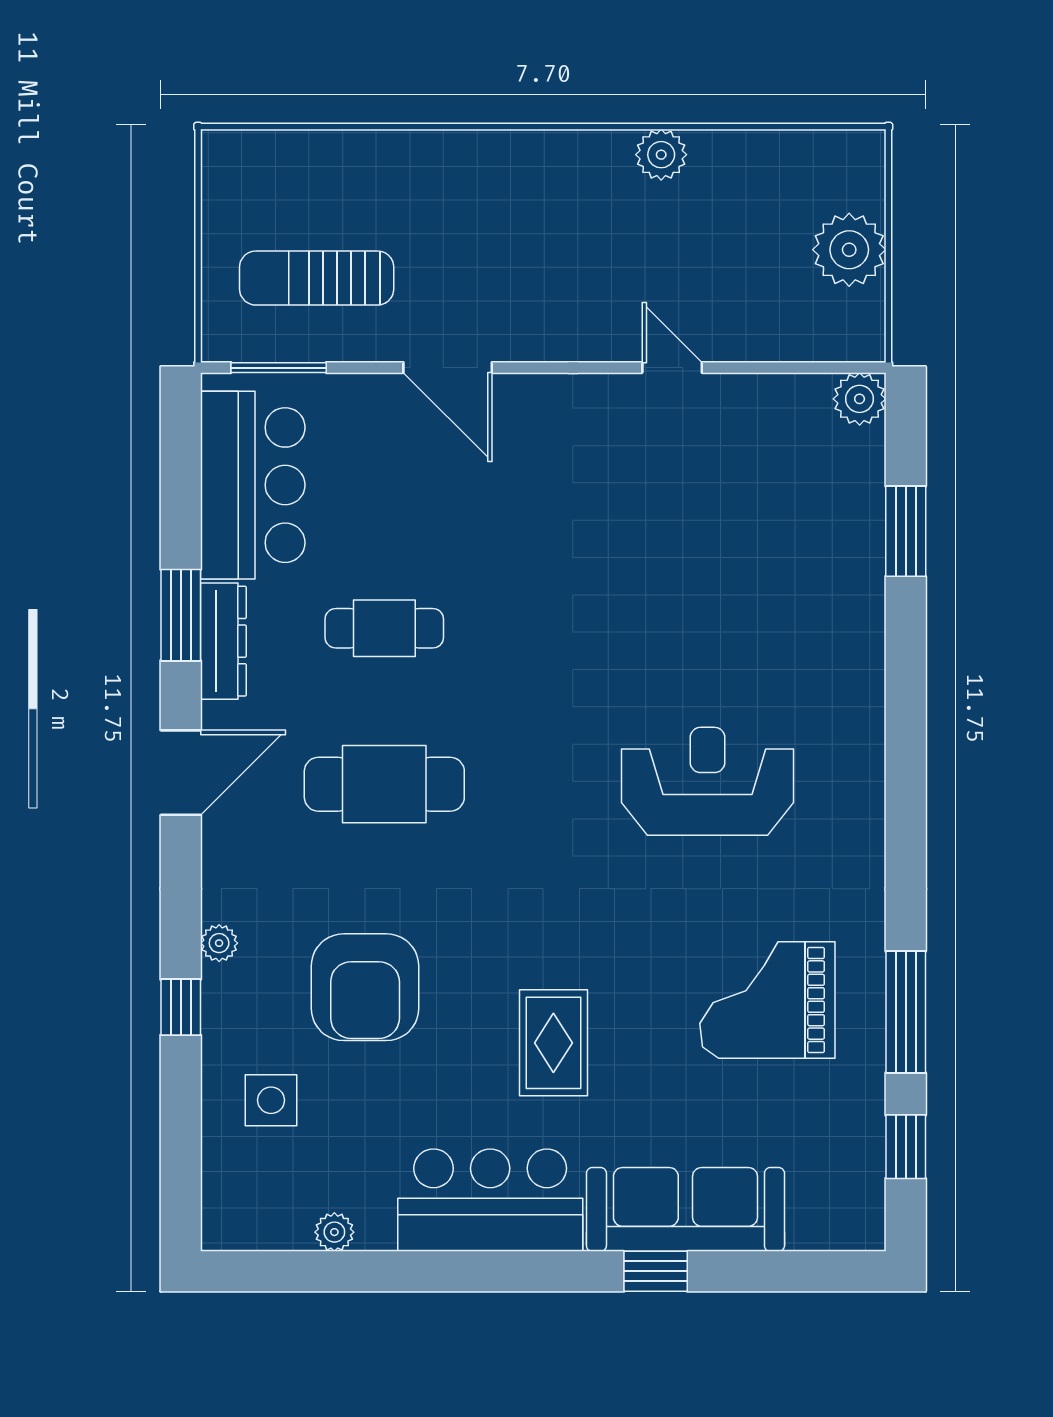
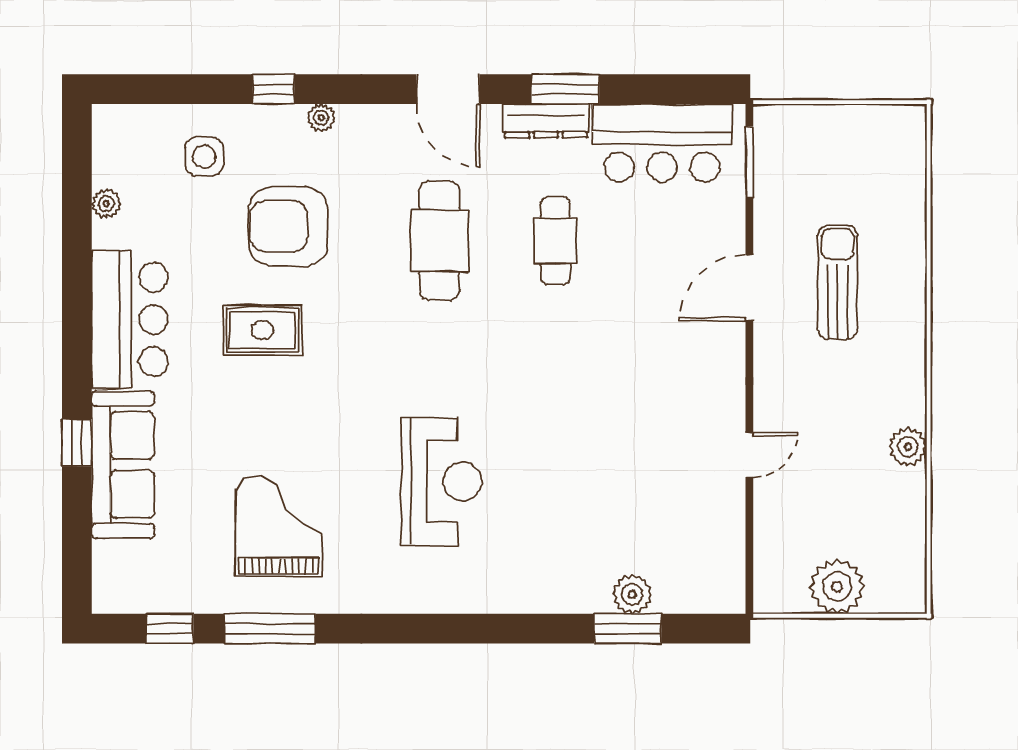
sun lounger: (317, 278) -> (838, 282), moved
plant: (860, 399) -> (632, 594), moved
rug: (553, 1043) -> (263, 330), moved

